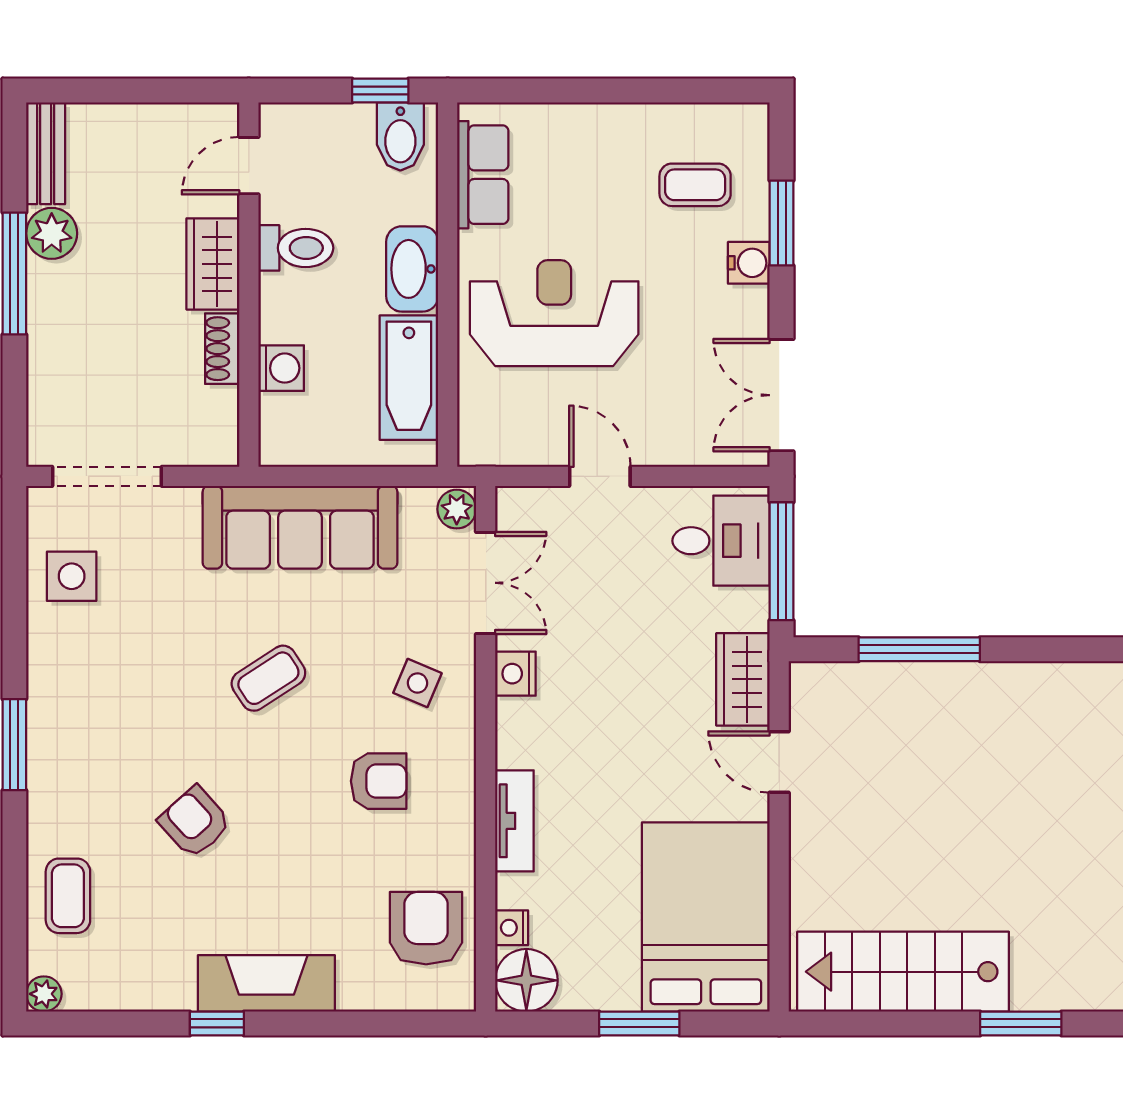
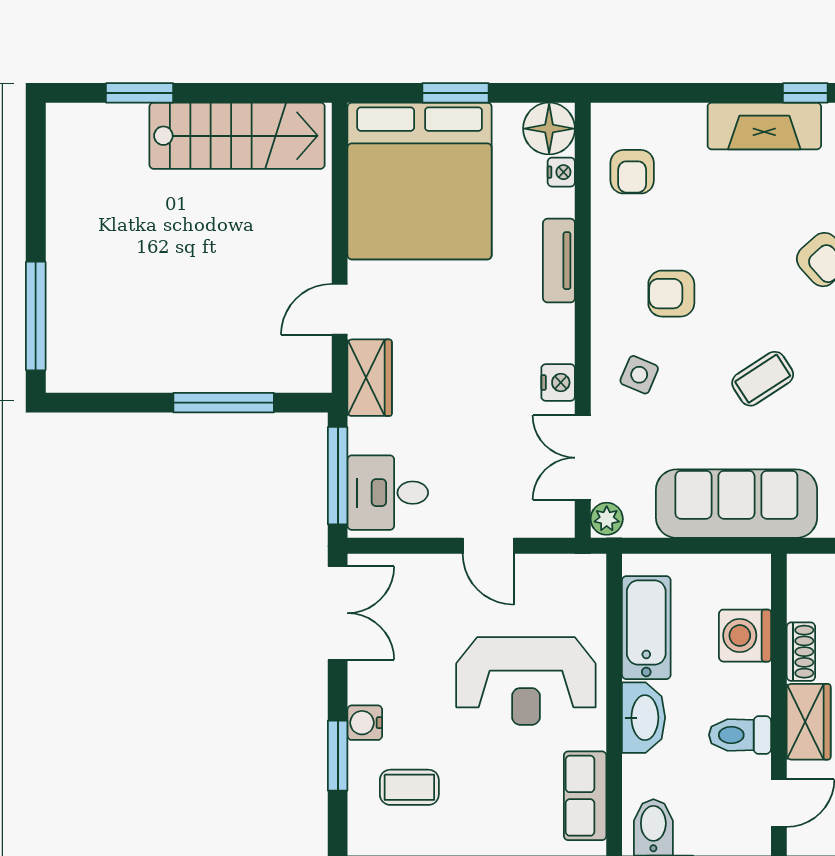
washing machine: (281, 368) -> (745, 636), width x1.38, depth x1.38
door: (779, 762) -> (340, 309), swing flipped
bed: (706, 917) -> (420, 181), width x1.36
armchair: (426, 928) -> (632, 172), width x0.72, depth x0.72

